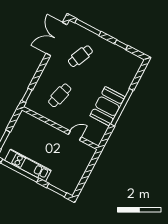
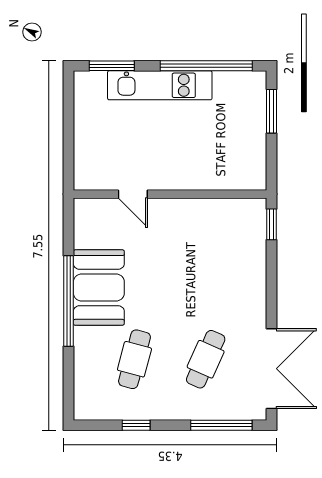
cafe table: (60, 95) -> (134, 359), moved
door: (75, 136) -> (133, 194), hinge flipped
kitchen unit: (28, 165) -> (160, 85), moved

